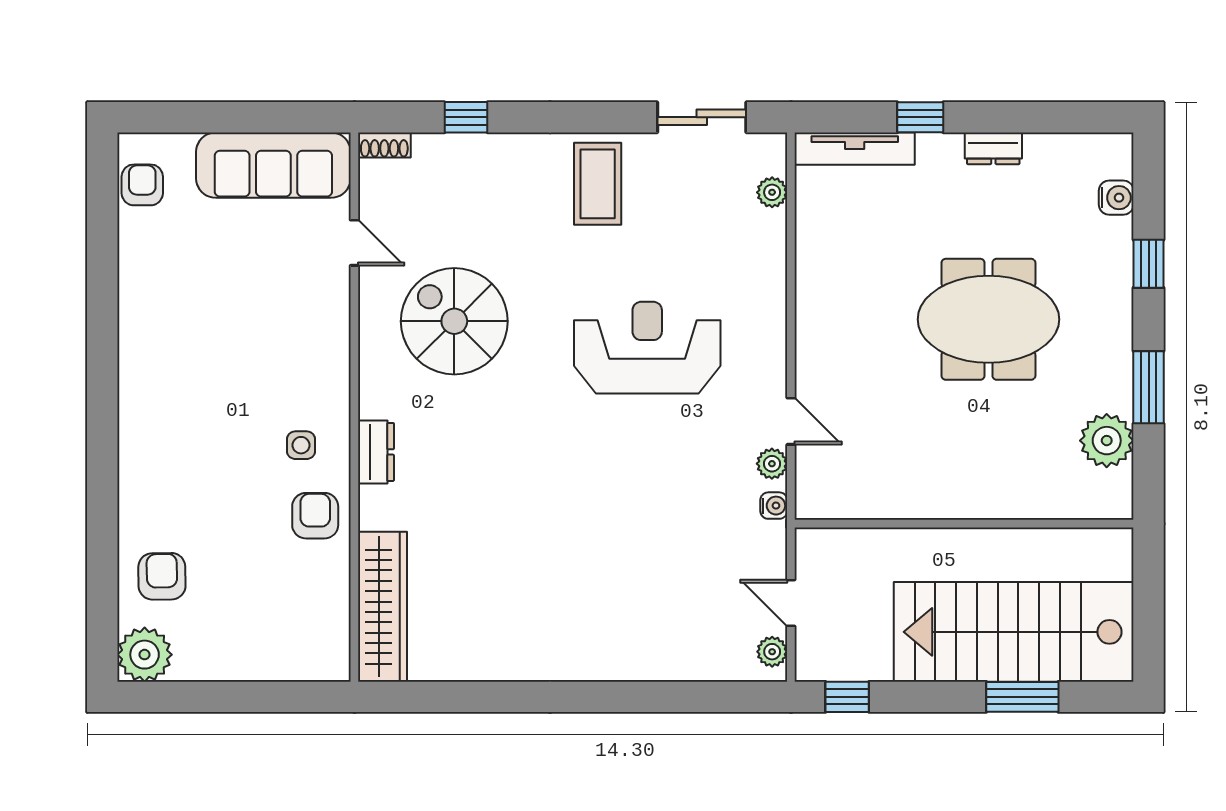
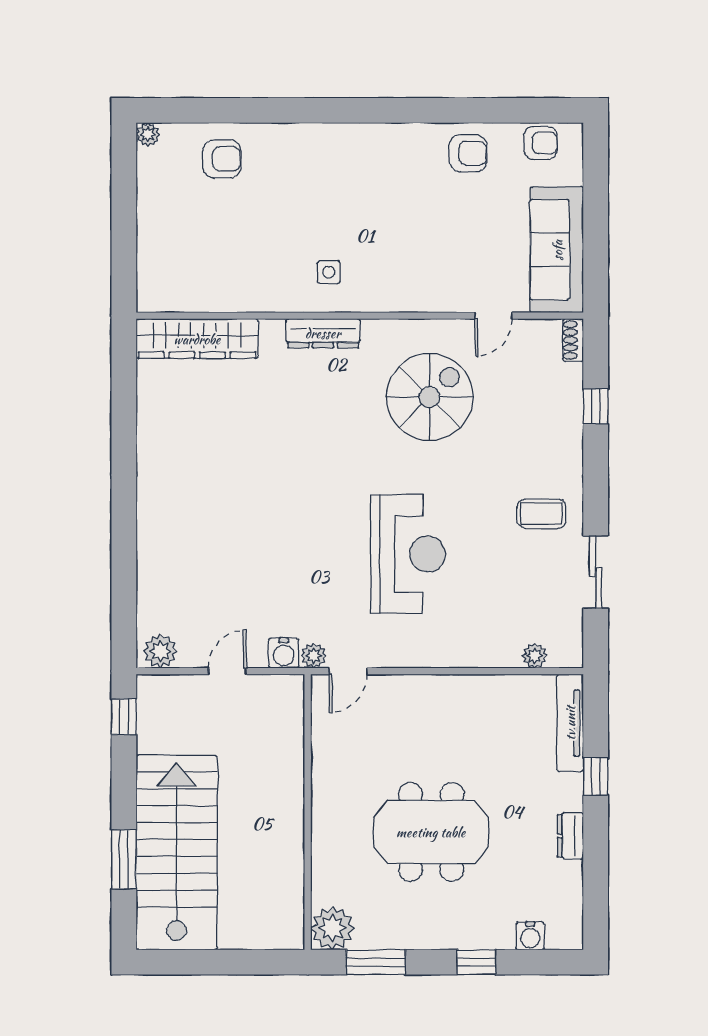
sliding door: (702, 117) -> (596, 572), moved
coffee table: (598, 184) -> (541, 514), width x0.73, depth x0.77
meeting table: (988, 319) -> (431, 832), turned 90
dresser: (376, 452) -> (323, 333), width x1.44
water cooler: (774, 506) -> (284, 653), width x1.38, depth x1.38
armchair: (315, 516) -> (468, 153), moved
wall: (964, 524) -> (308, 812), moved
door: (791, 603) -> (227, 671), moved
plant: (772, 652) -> (161, 651), width x1.38, depth x1.38
plant: (145, 655) -> (148, 134), width x0.53, depth x0.53

